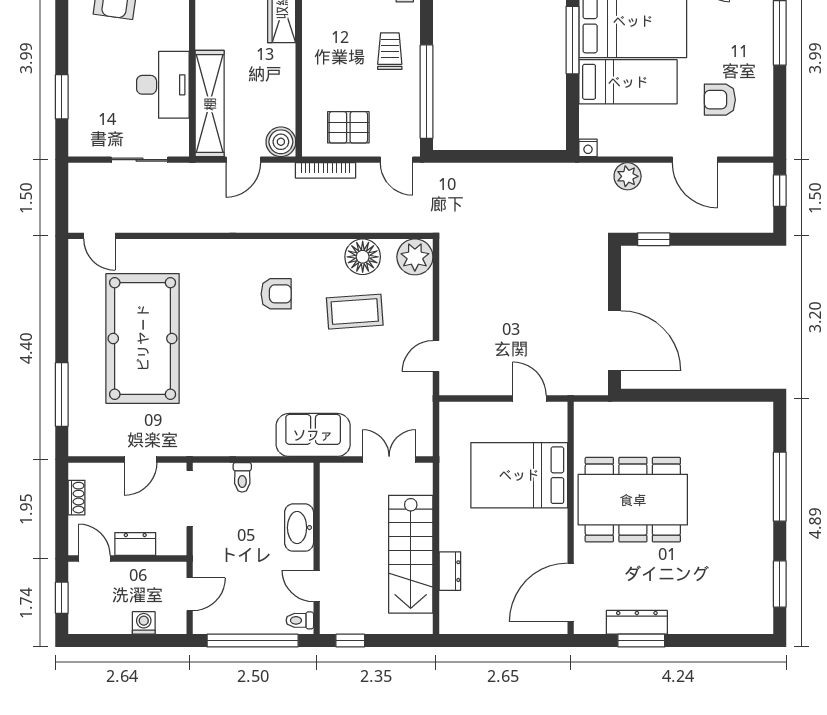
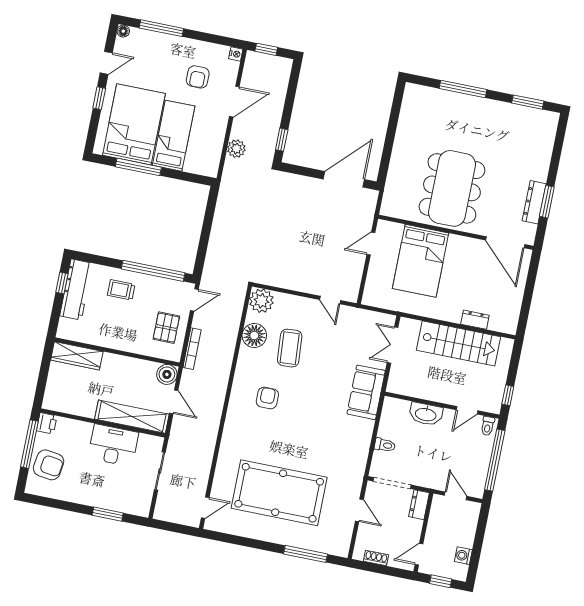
nightstand: (588, 148) -> (236, 54), moved
dresser: (135, 544) -> (419, 505), moved
washing machine: (144, 623) -> (463, 556), moved

